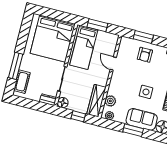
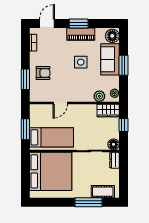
wardrobe: (96, 101) -> (108, 110), width x0.67

